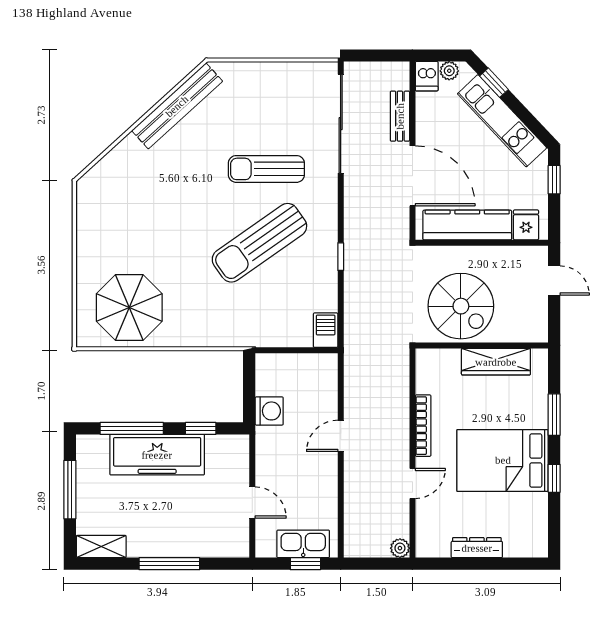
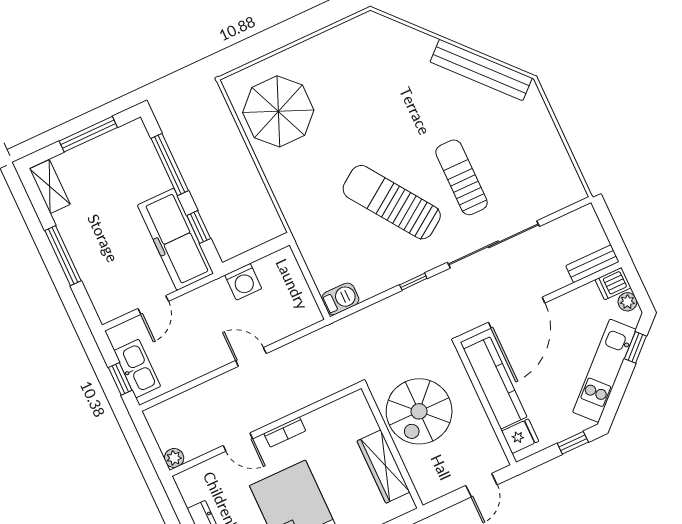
bench: (400, 116) -> (592, 264), moved
sliding door: (341, 124) -> (493, 244), moved
bookcase: (423, 426) -> (285, 432), width x0.64
freezer: (157, 455) -> (175, 239), moved

